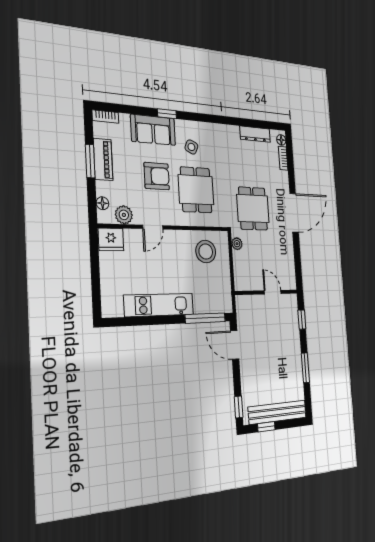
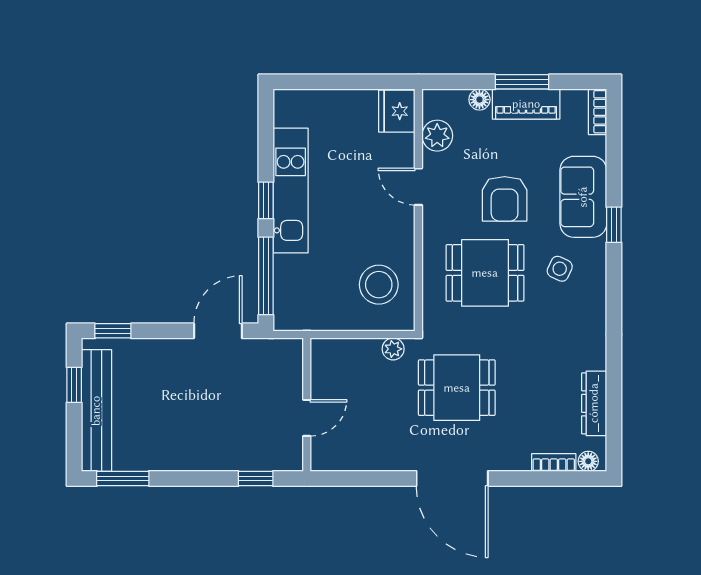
floor lamp: (102, 203) -> (479, 100), moved
window: (165, 320) -> (266, 200), added
window: (305, 368) -> (123, 479), moved

